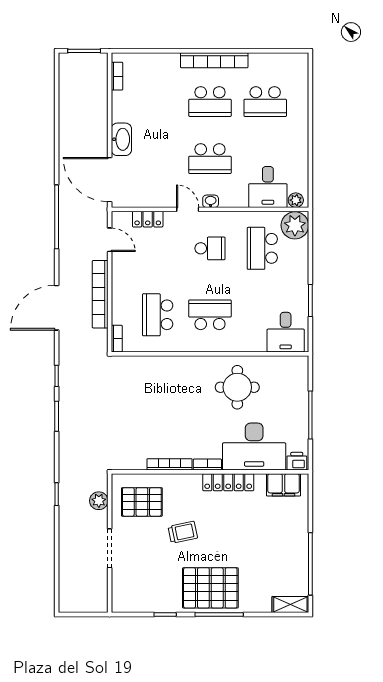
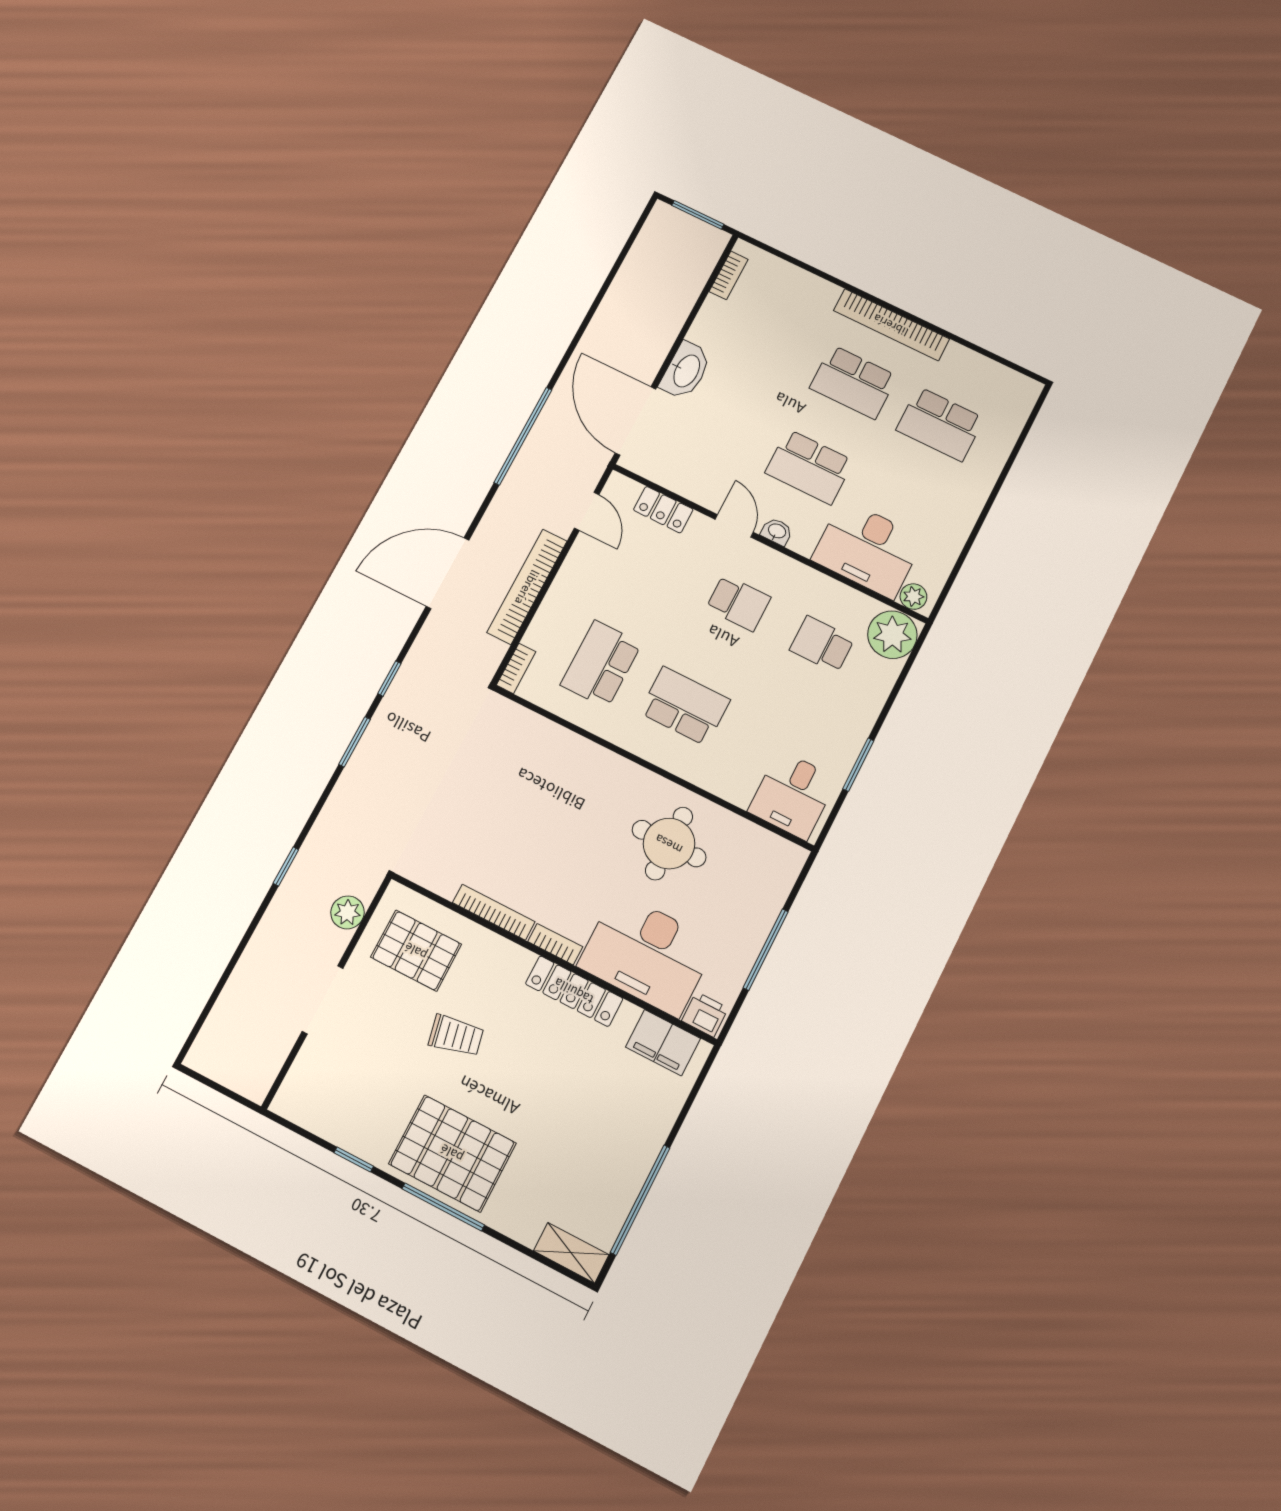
desk: (268, 187) -> (868, 549), width x1.37
school desk: (262, 248) -> (822, 644), width x0.54

